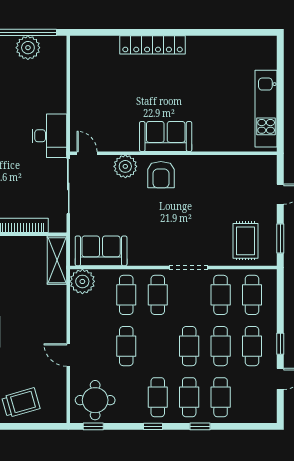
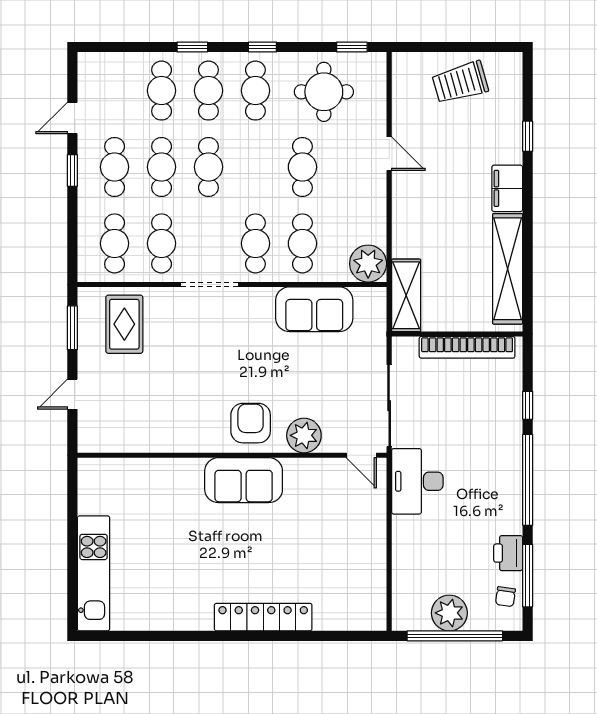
kitchen unit: (266, 109) -> (94, 573), moved
sofa: (101, 251) -> (314, 309), moved
round table: (95, 400) -> (324, 92), moved

